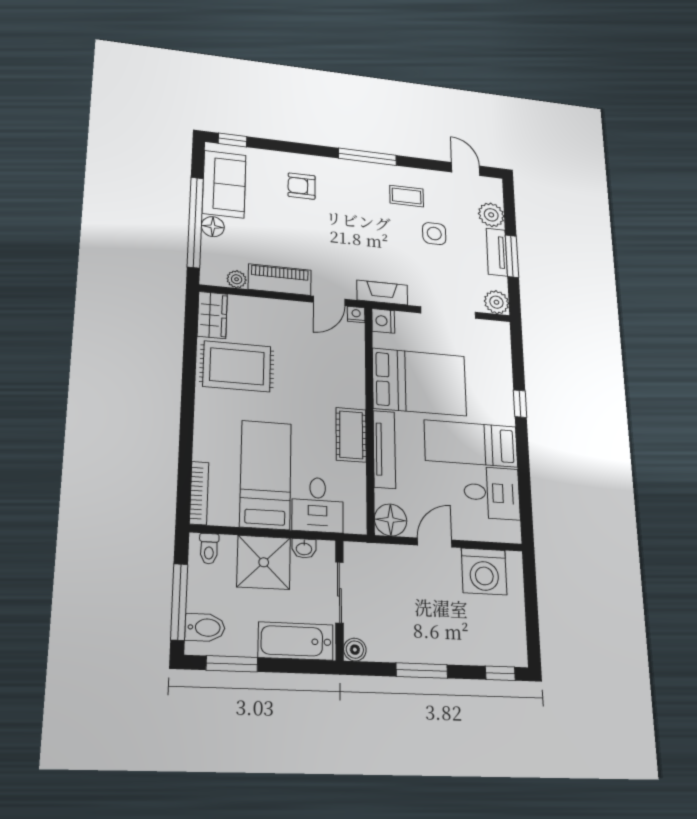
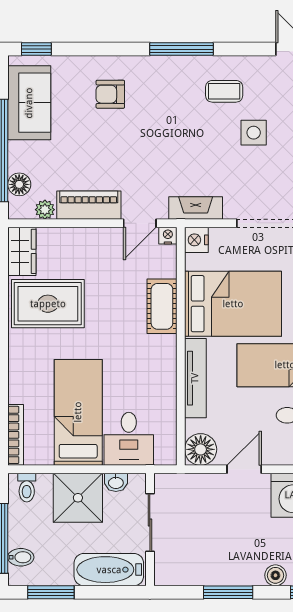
floor lamp: (213, 227) -> (19, 184), moved
cot: (351, 435) -> (162, 306), moved
bidet: (205, 627) -> (21, 557), width x0.72, depth x0.74
boiler: (355, 650) -> (275, 575), moved

